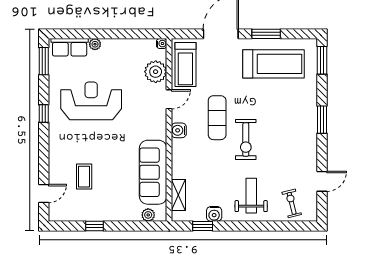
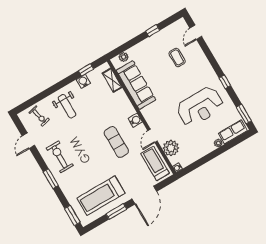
exercise bike: (246, 139) -> (60, 157), moved

